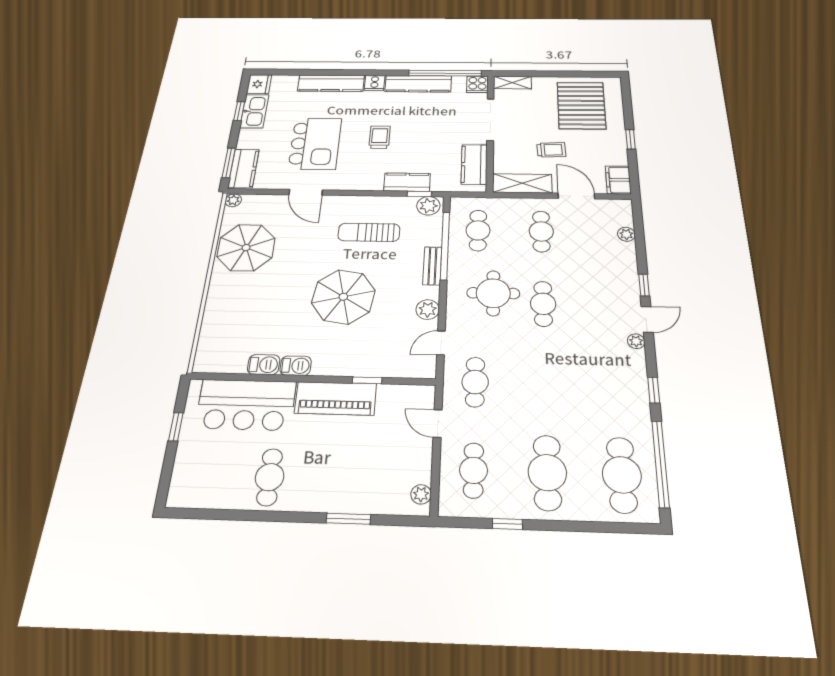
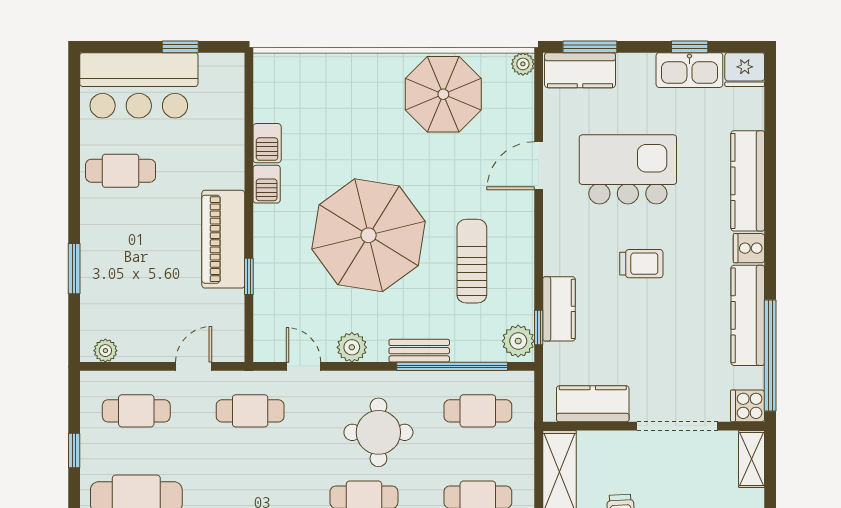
kitchen island: (315, 144) -> (628, 169), turned 180
parasol: (343, 297) -> (369, 235), width x1.36, depth x1.36
bar counter: (246, 405) -> (139, 85), moved, turned -90

